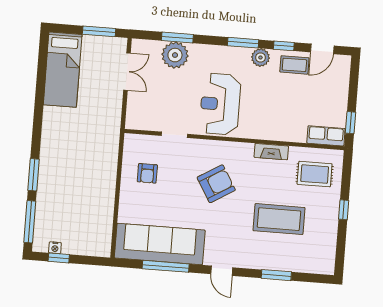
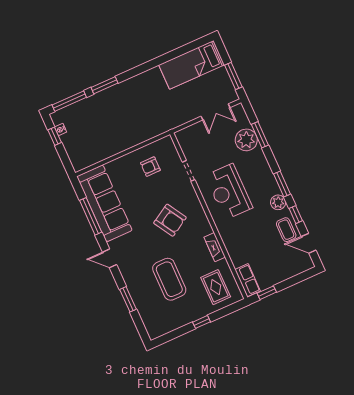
reception desk: (220, 104) -> (229, 192), turned -90
door: (222, 271) -> (110, 258), hinge flipped

